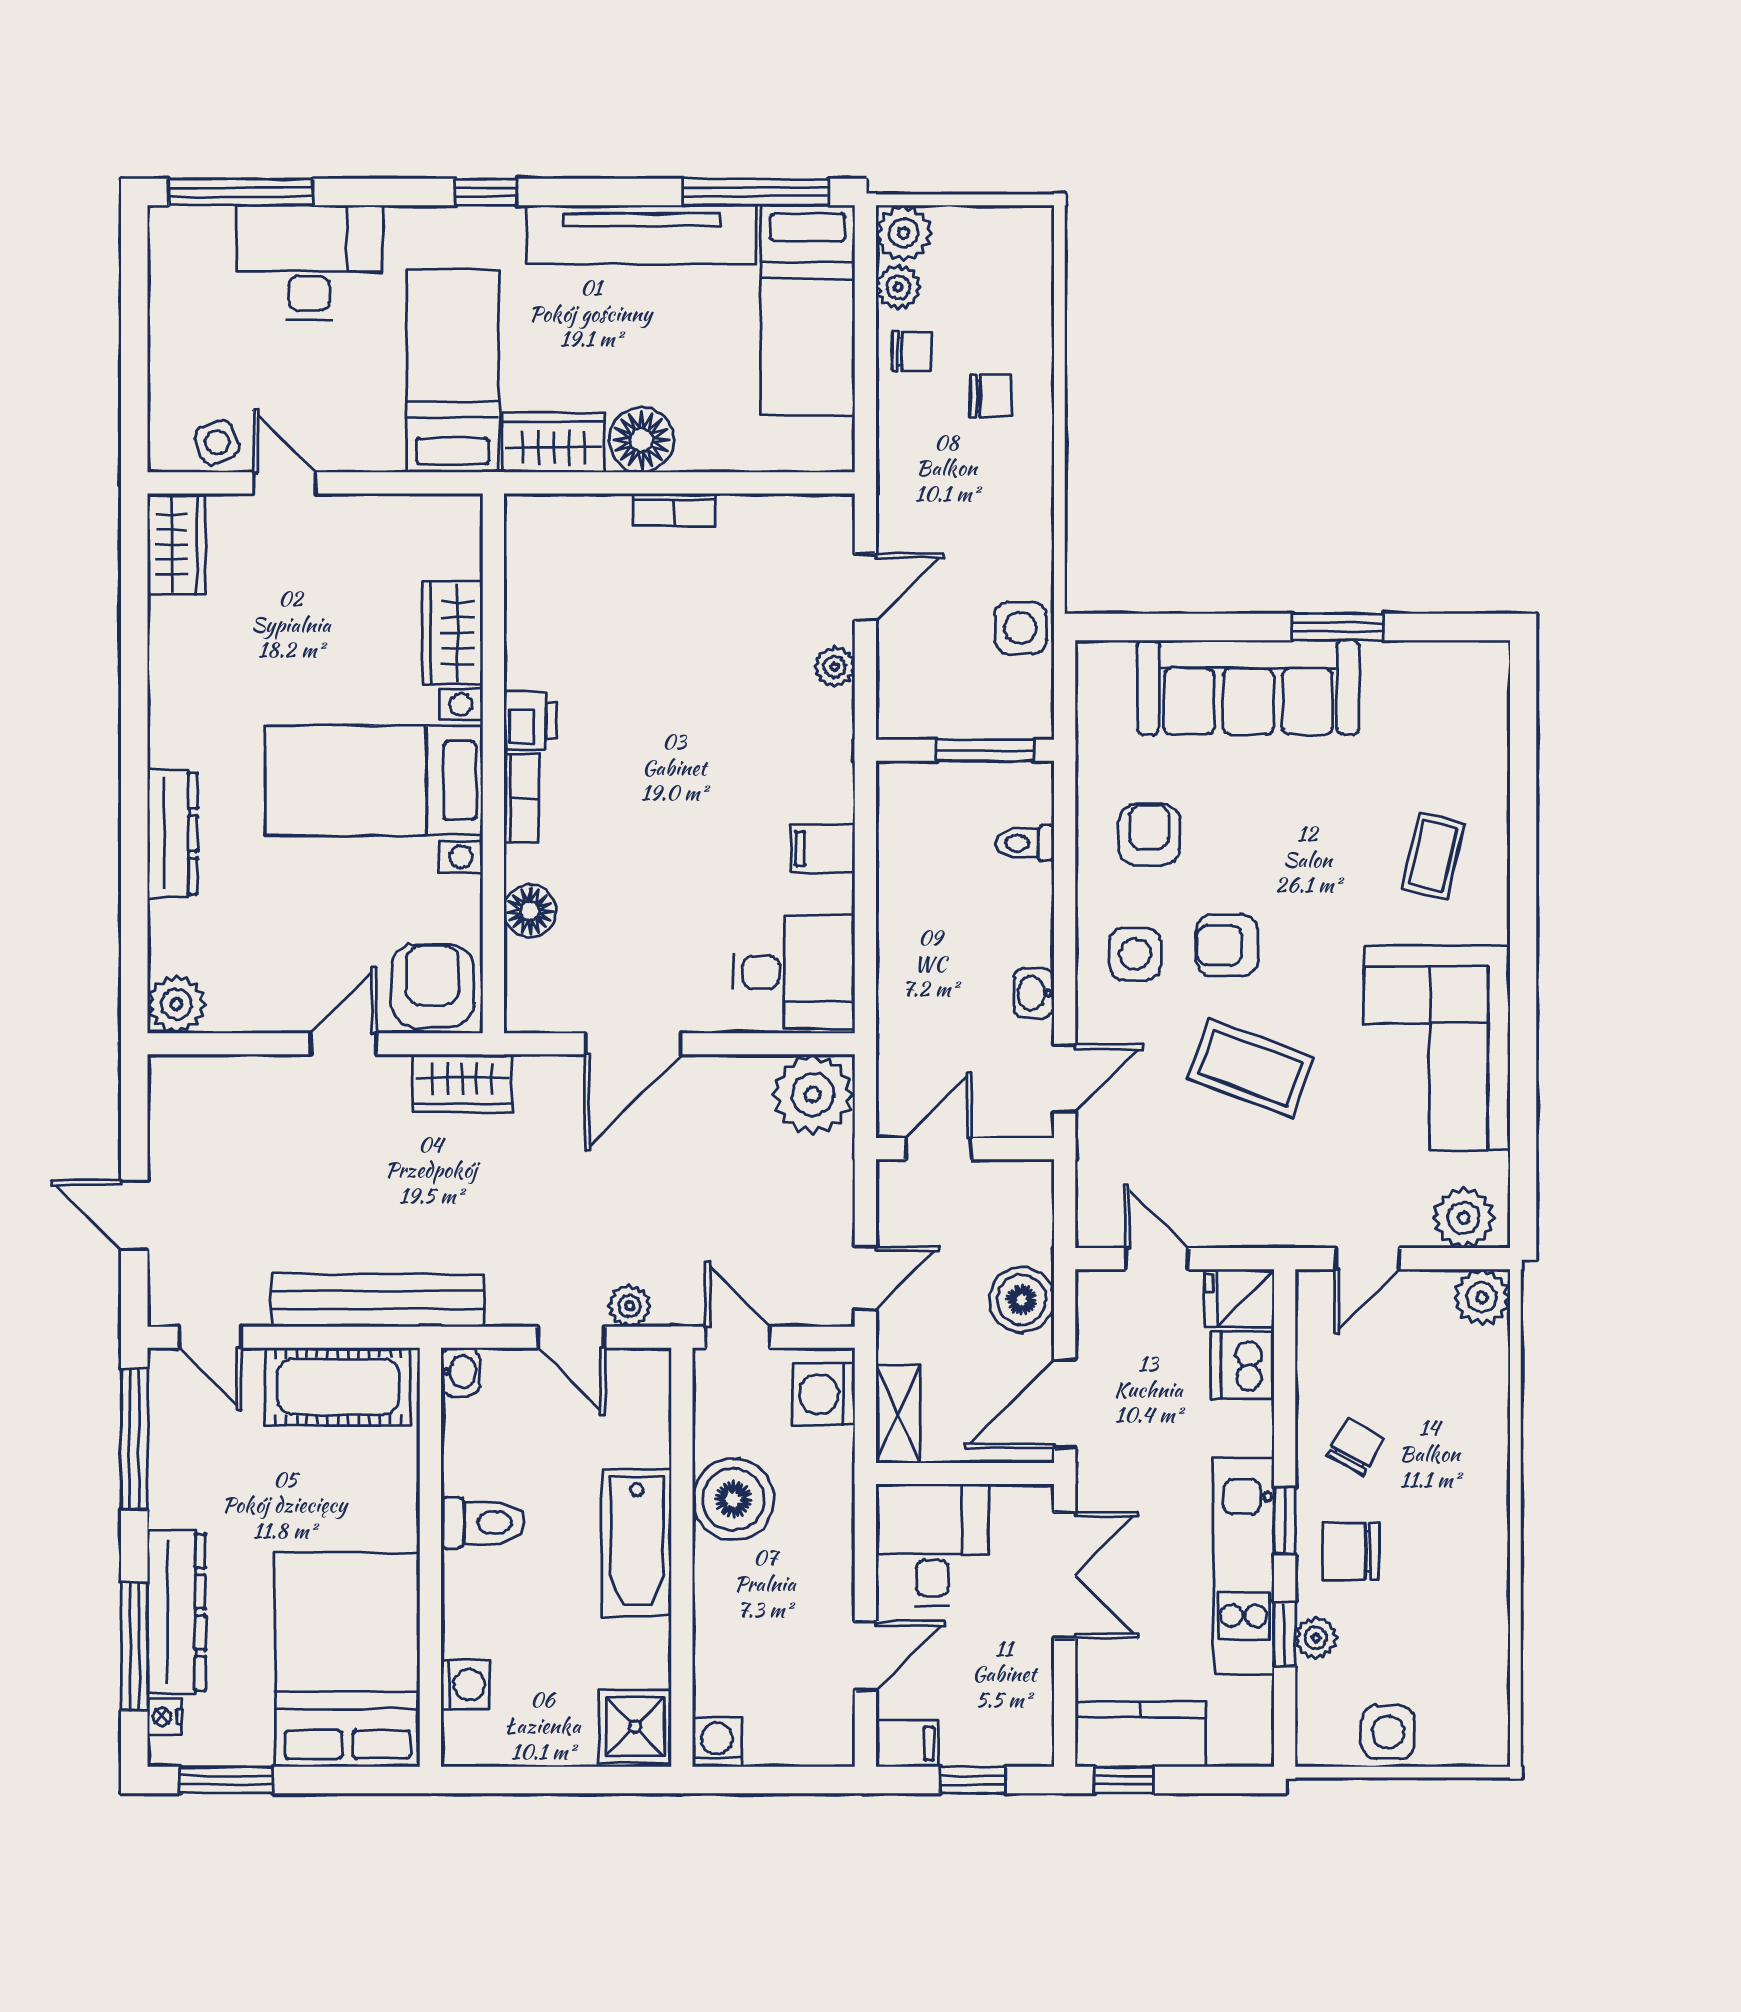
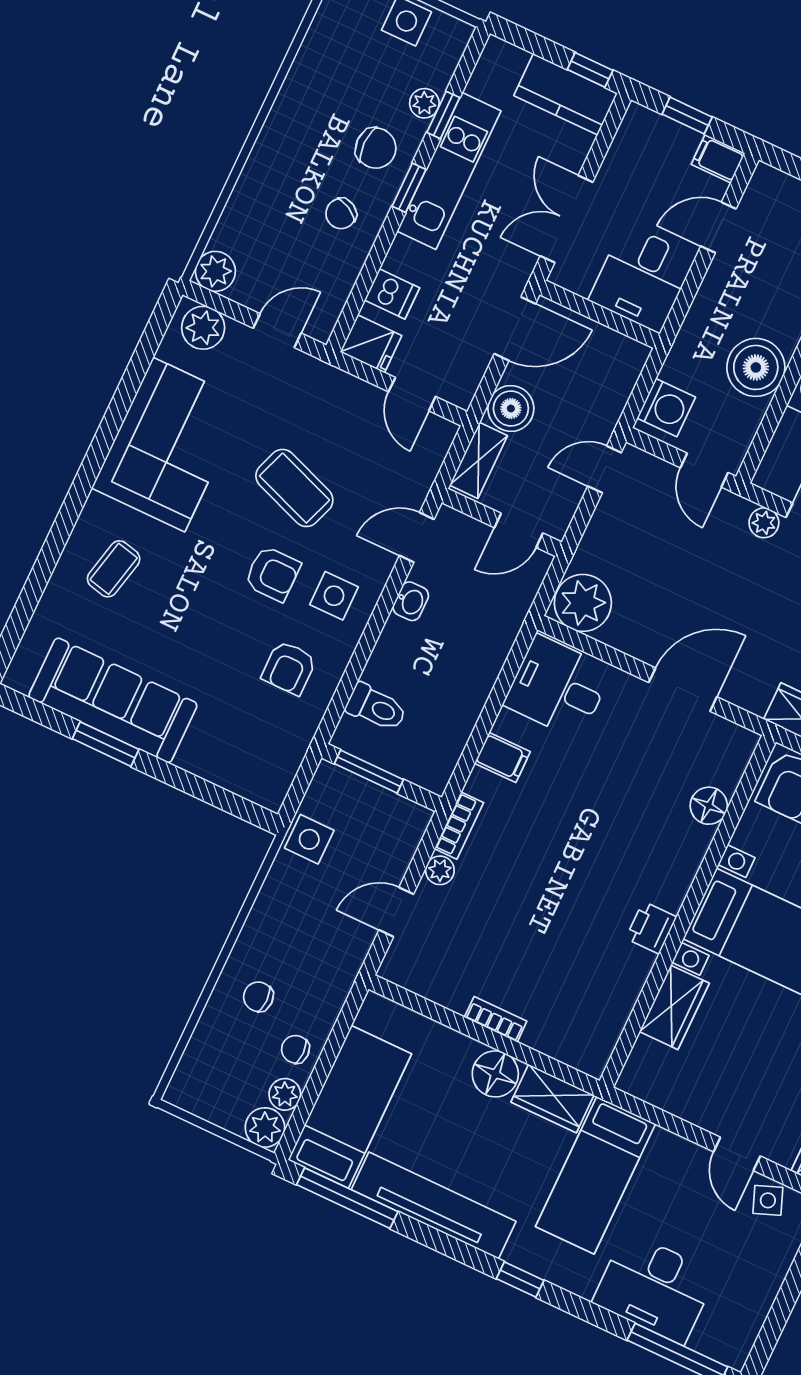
sofa: (1248, 687) -> (113, 700), moved
bookcase: (521, 798) -> (459, 826), moved, turned 180
toilet: (1025, 843) -> (376, 707), width x1.37, depth x1.39
dishwasher: (1243, 1365) -> (392, 294), width x0.73
shelving: (898, 1414) -> (478, 460), moved

